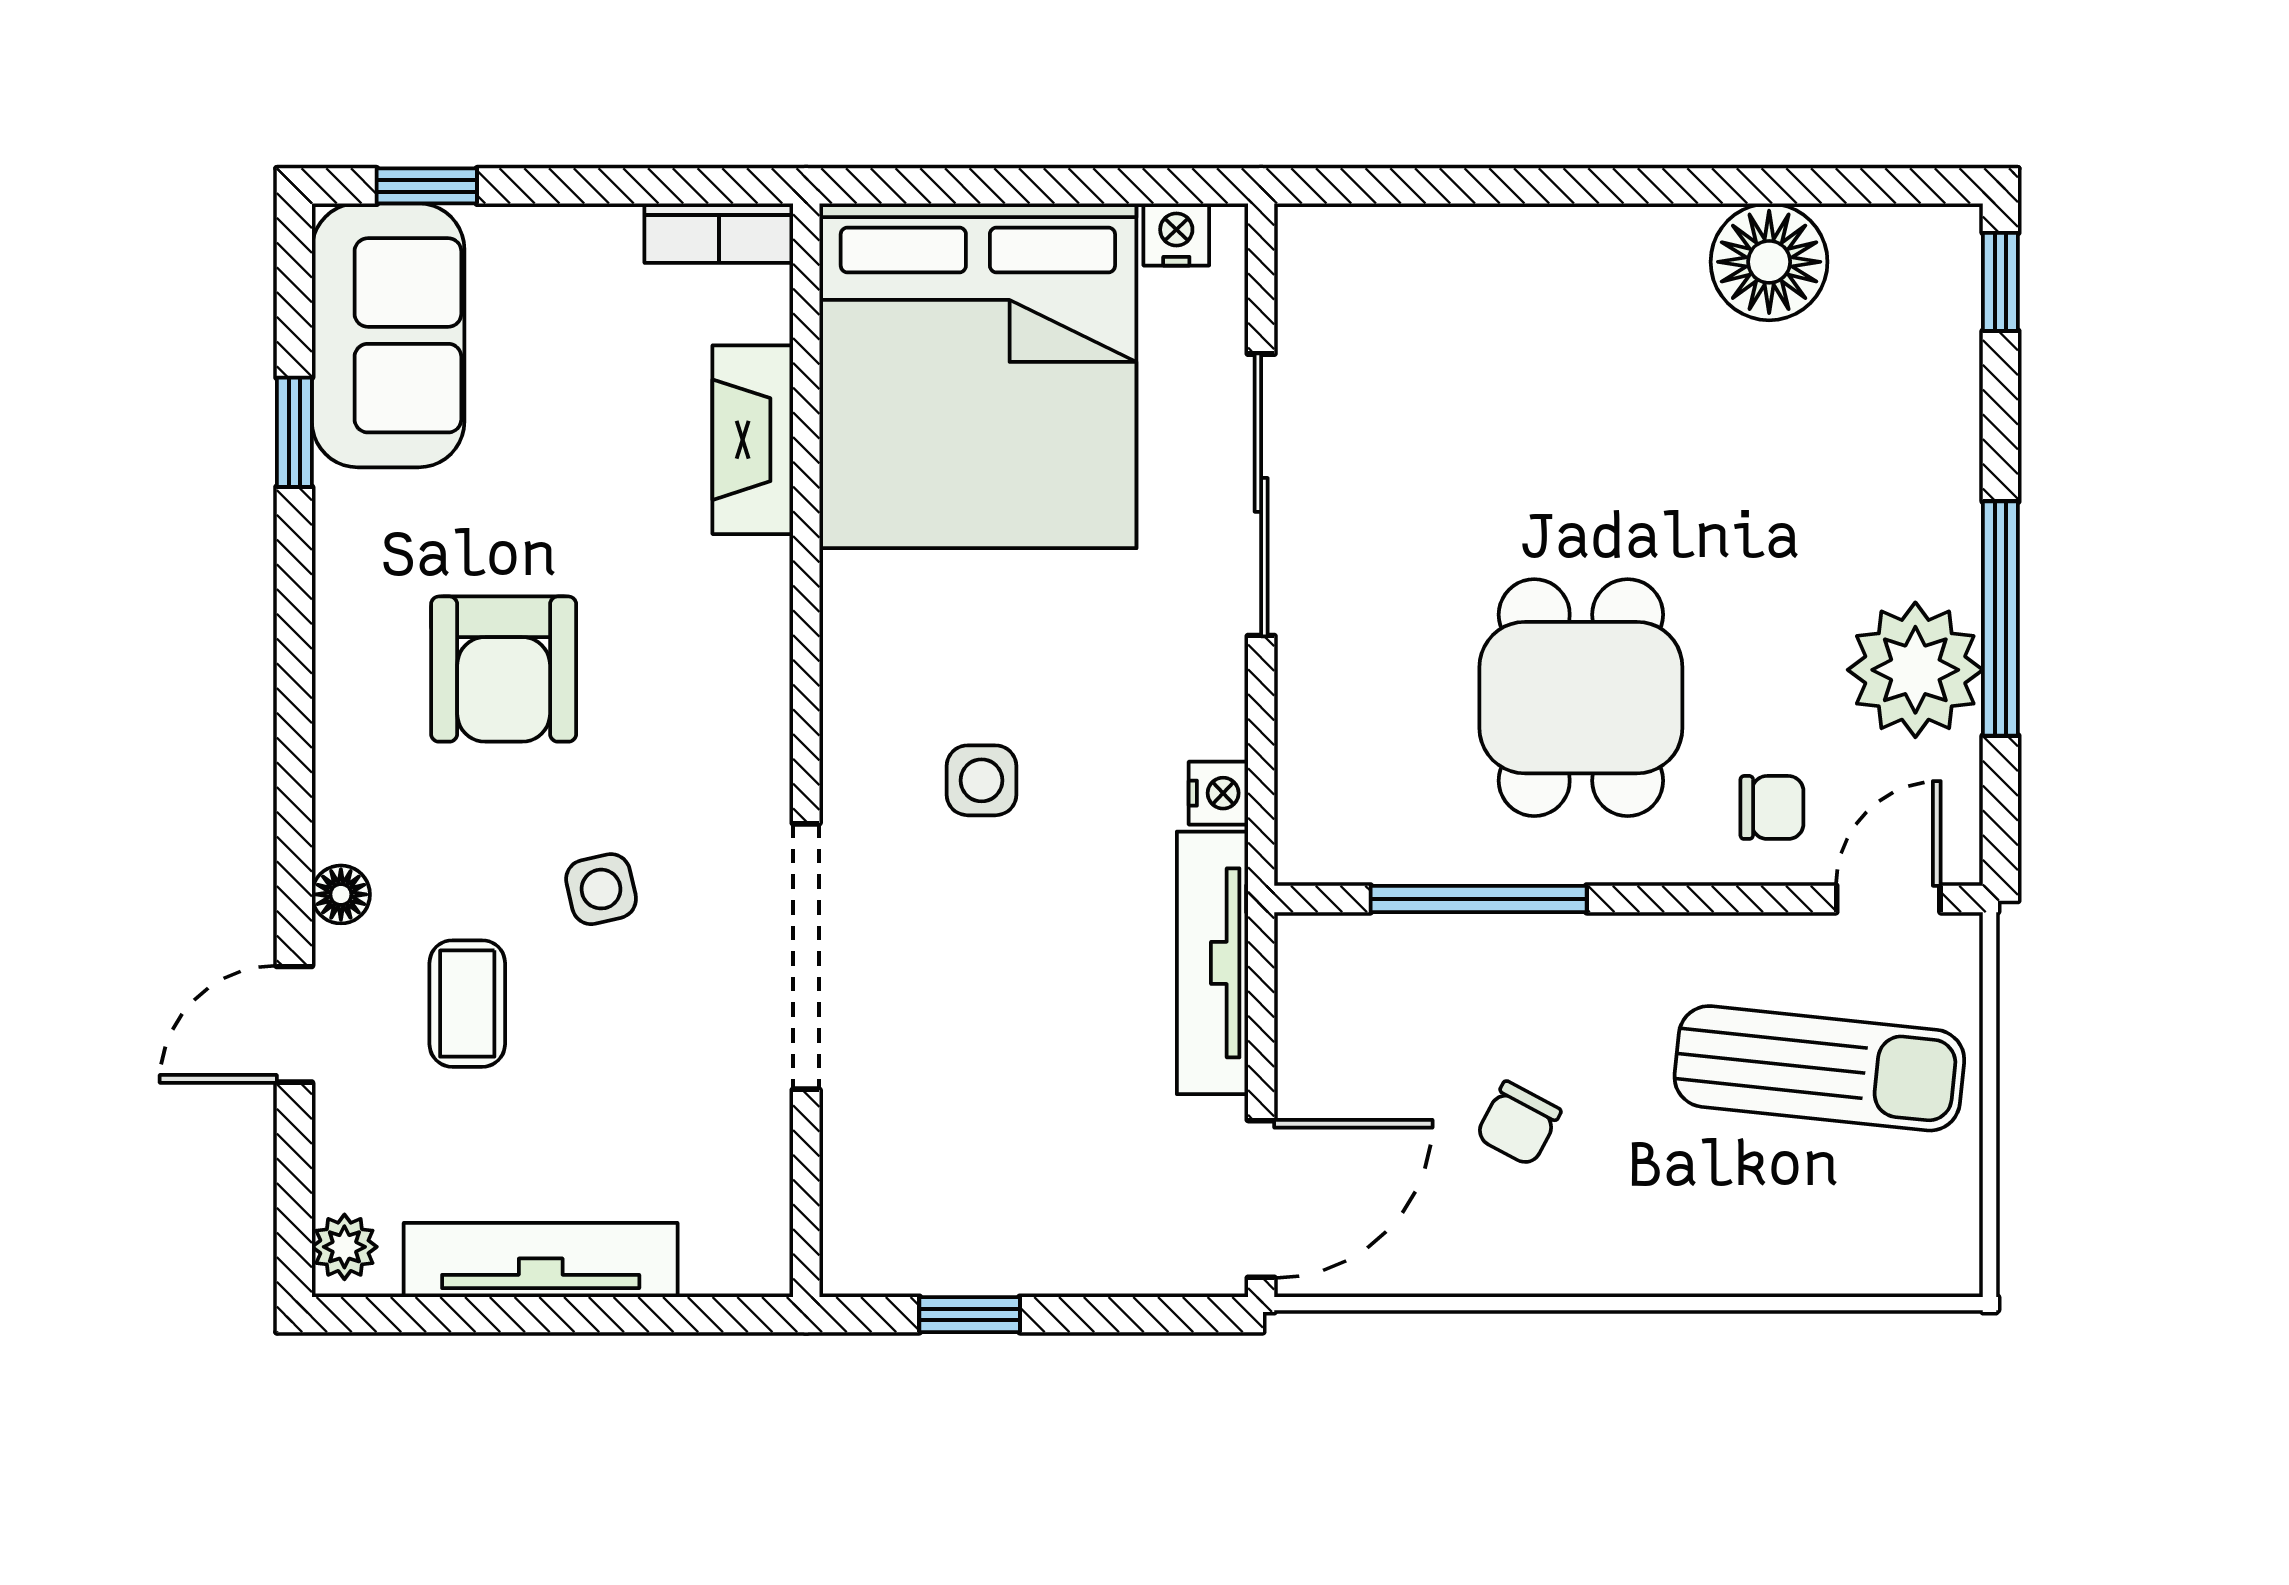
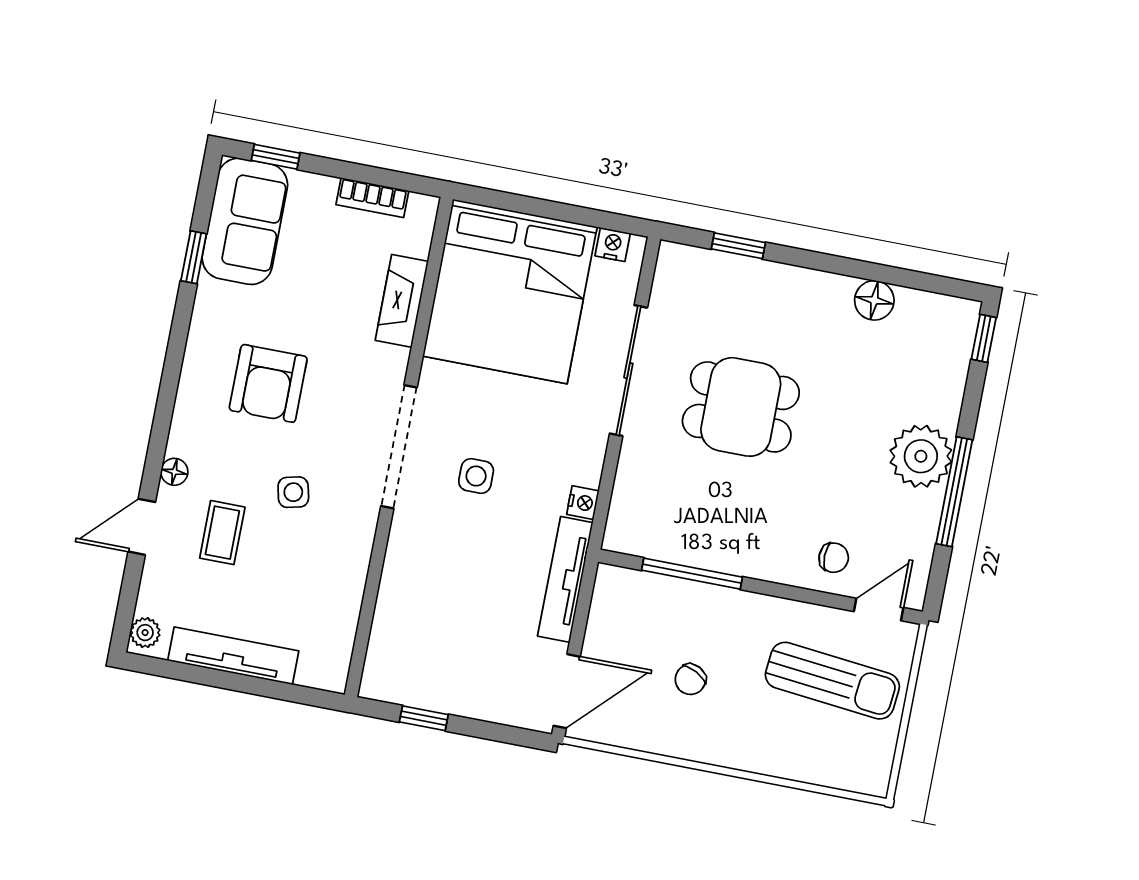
window: (1443, 186) -> (738, 246), added
bookcase: (719, 233) -> (372, 198), moved
floor lamp: (1769, 262) -> (874, 300), width x0.73, depth x0.73
plant: (1915, 670) -> (921, 456), moved
dining table: (1581, 698) -> (741, 407), moved, turned 90
doorway: (806, 957) -> (399, 447), moved

